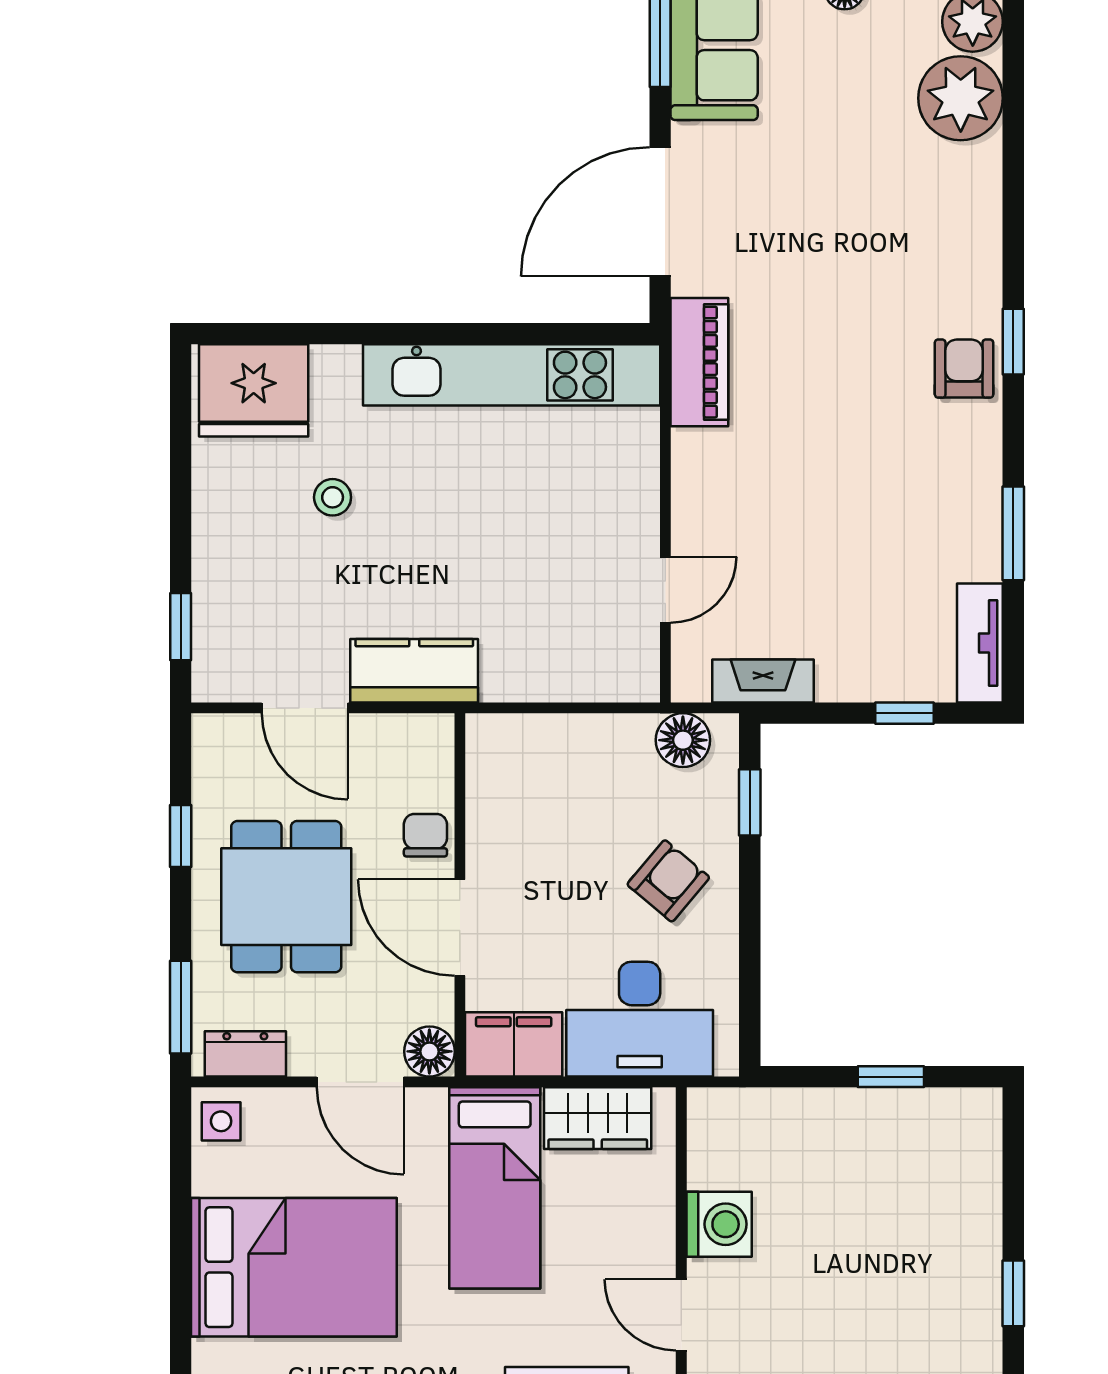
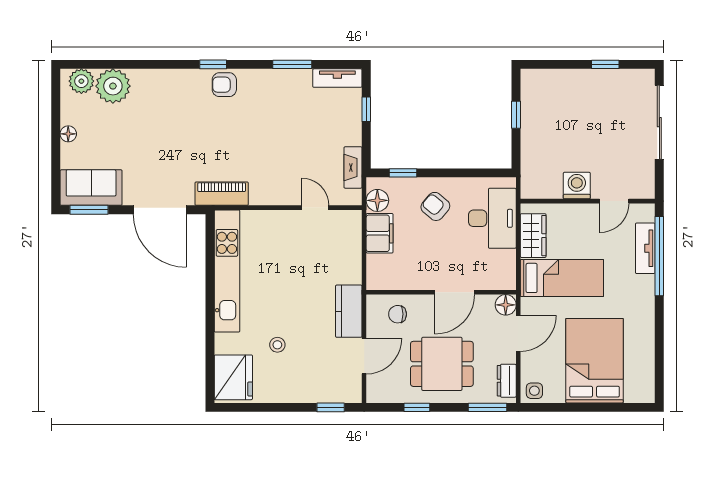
chair: (425, 835) -> (398, 314), moved
filing cabinet: (514, 1044) -> (380, 233), moved, turned 180

